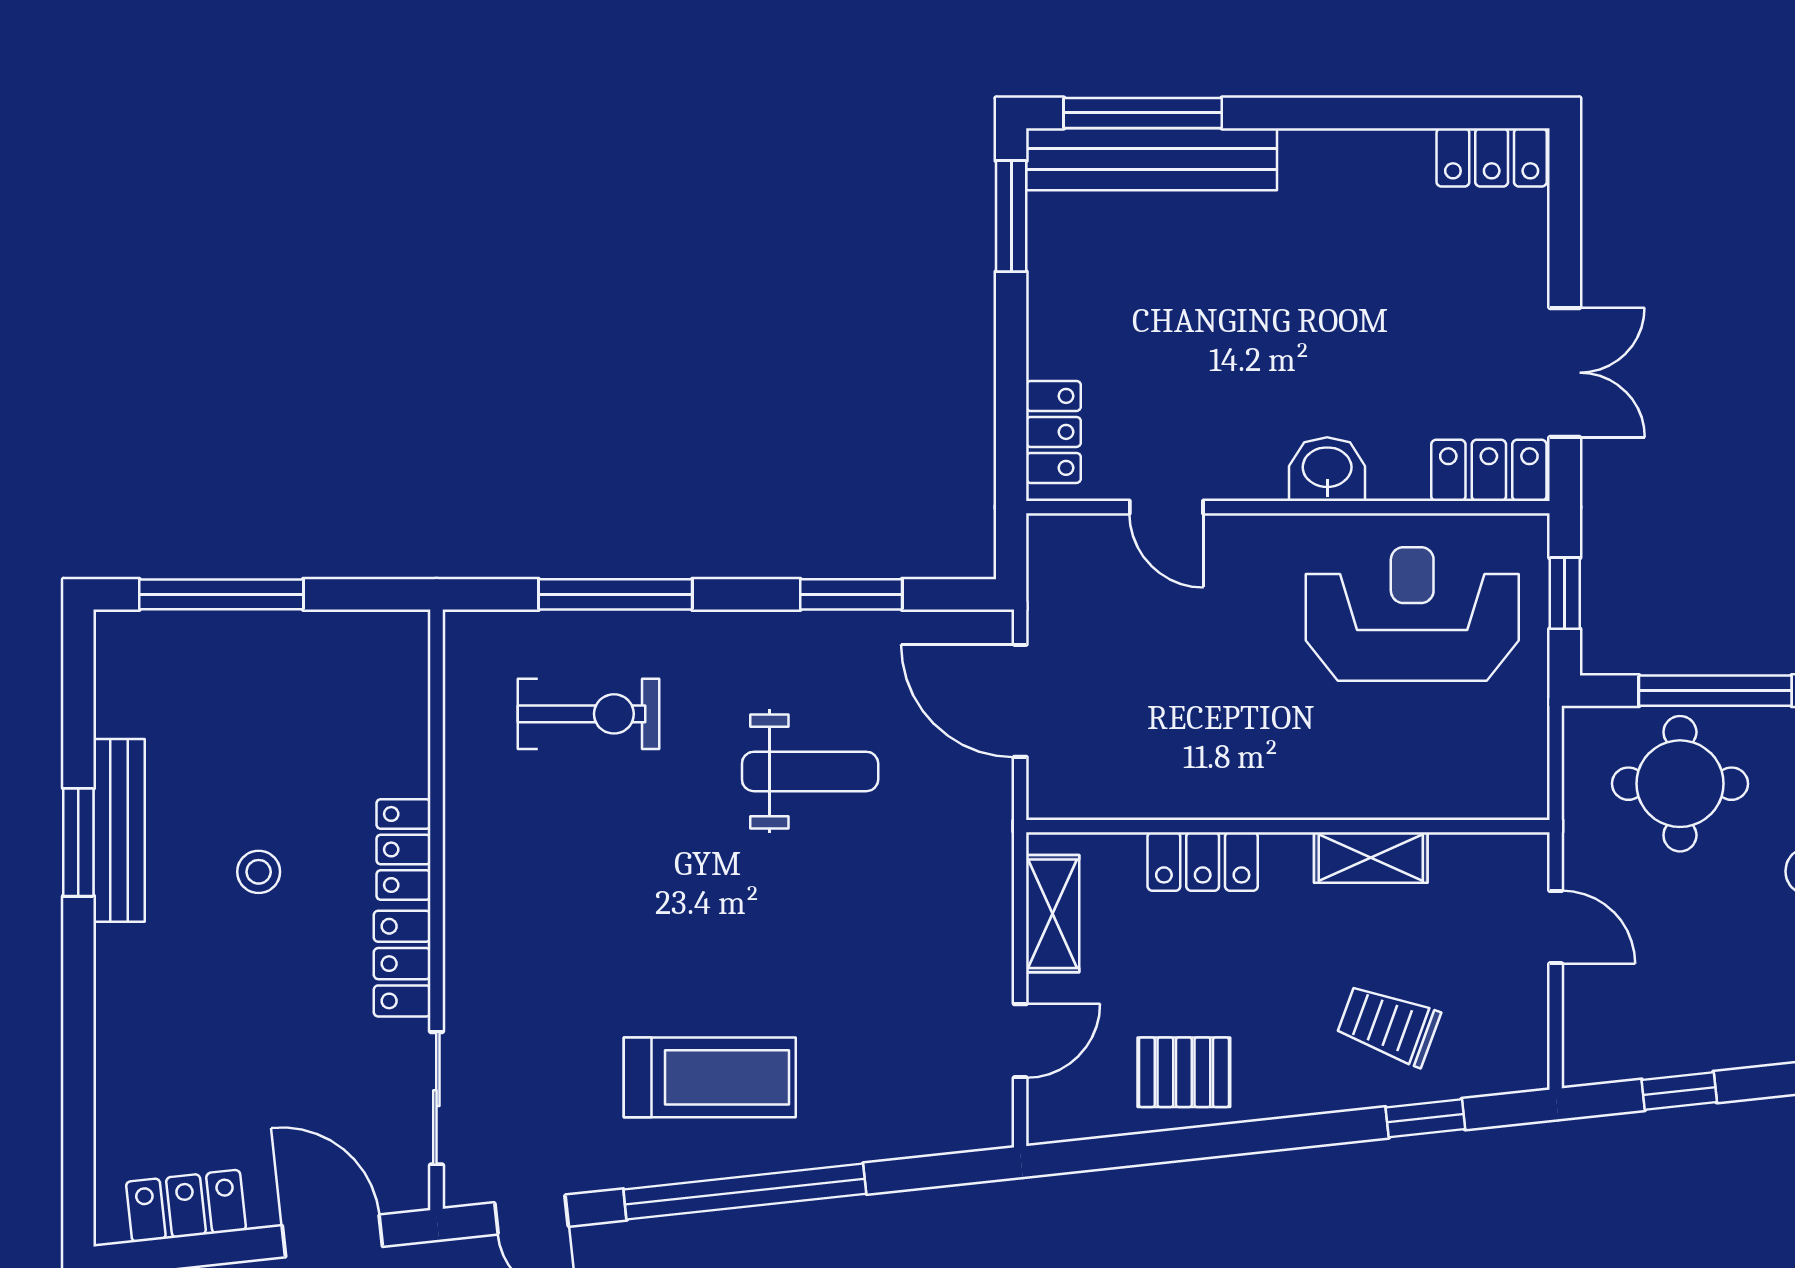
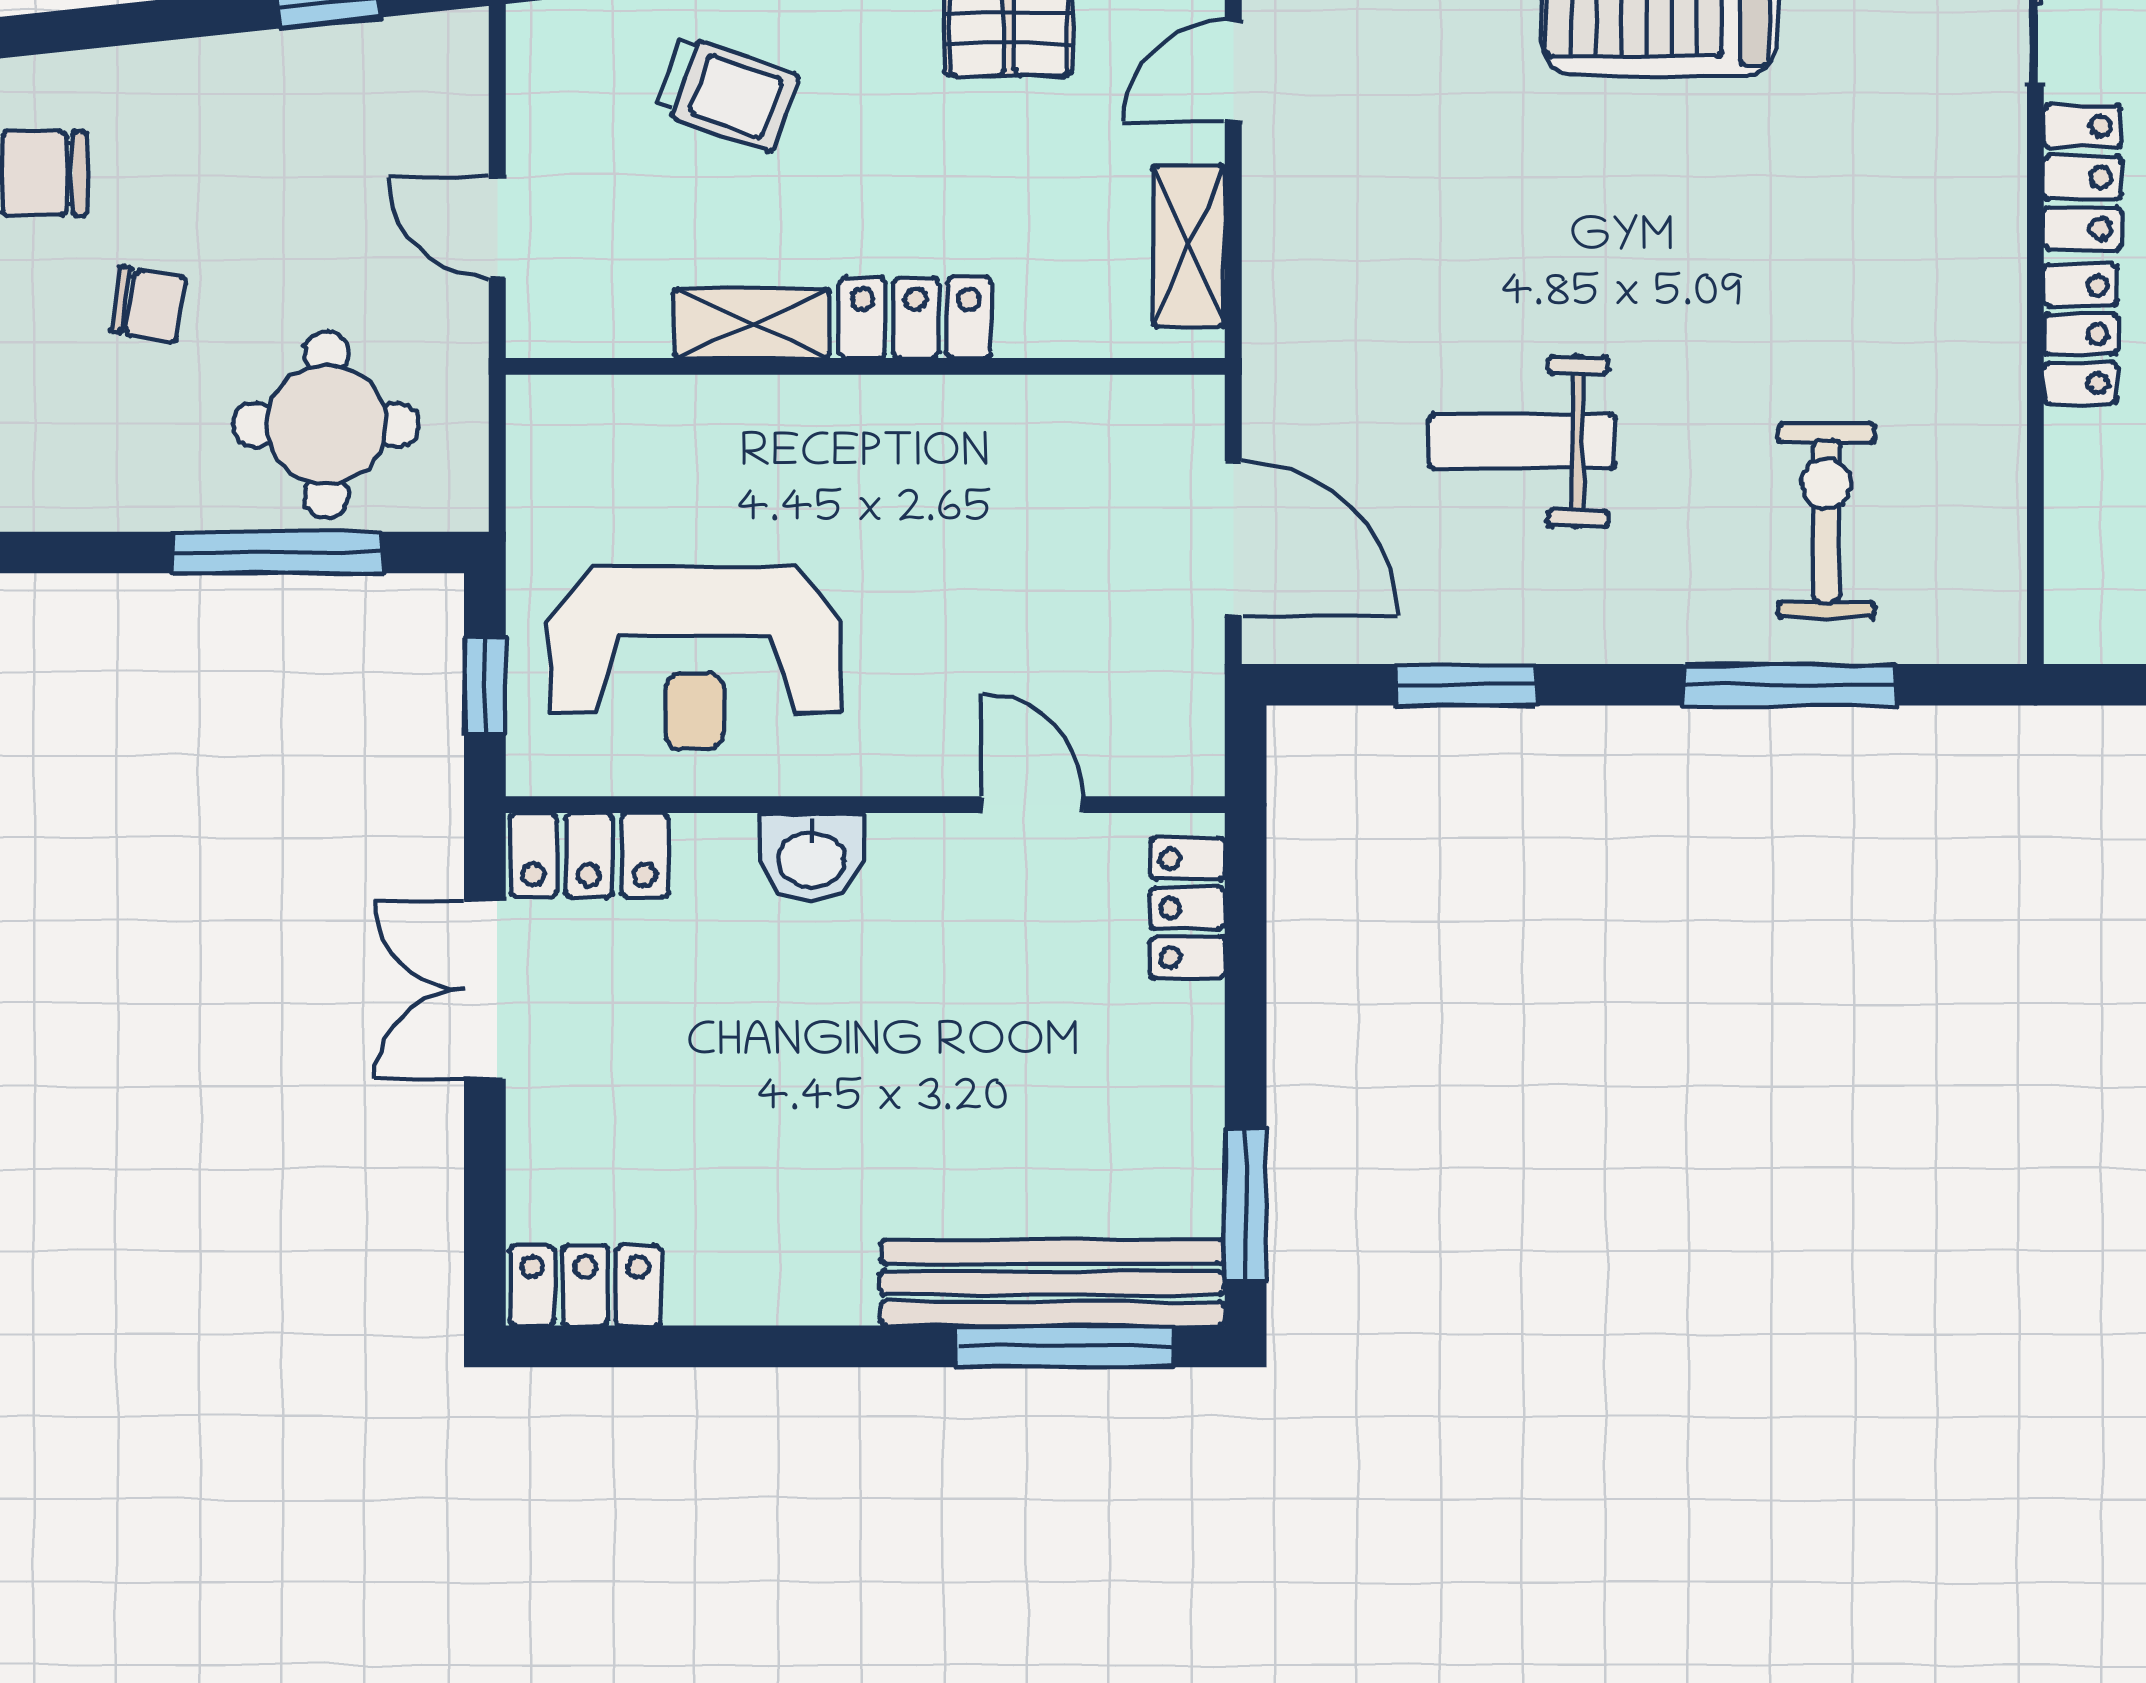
exercise bike: (588, 714) -> (1827, 521), turned 90
locker: (1203, 861) -> (916, 318), moved

